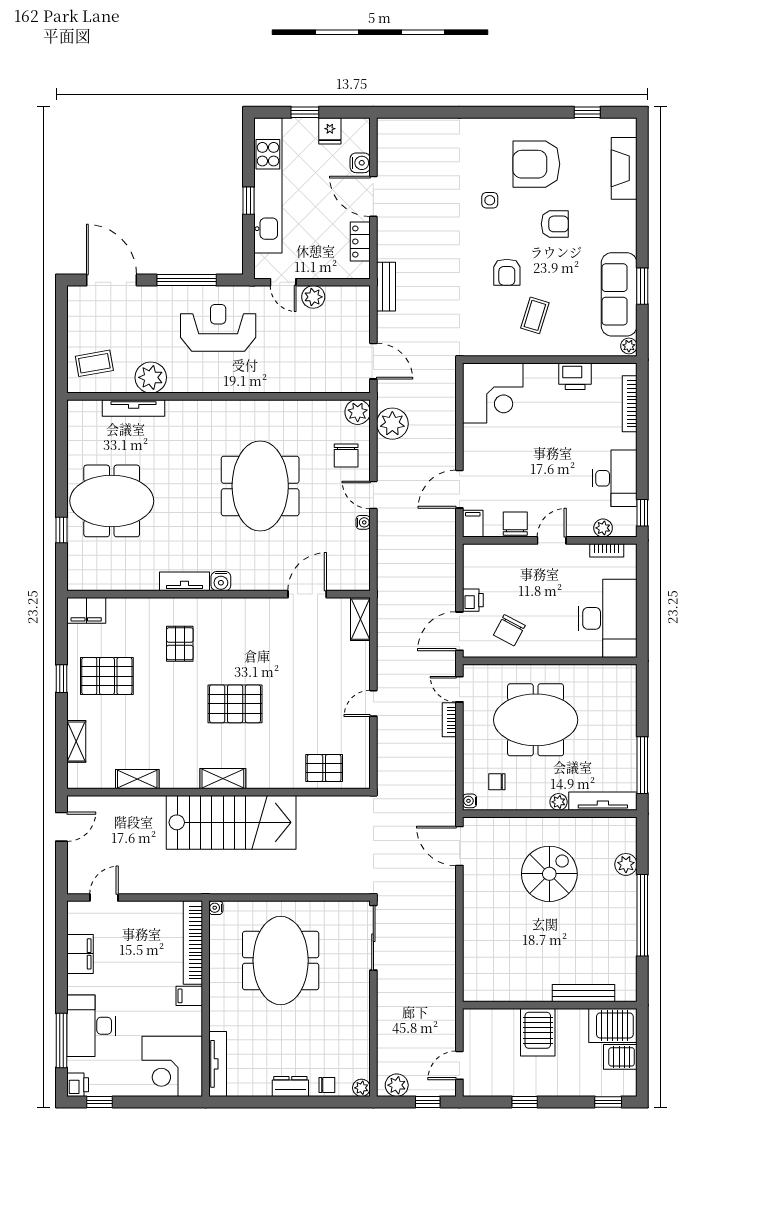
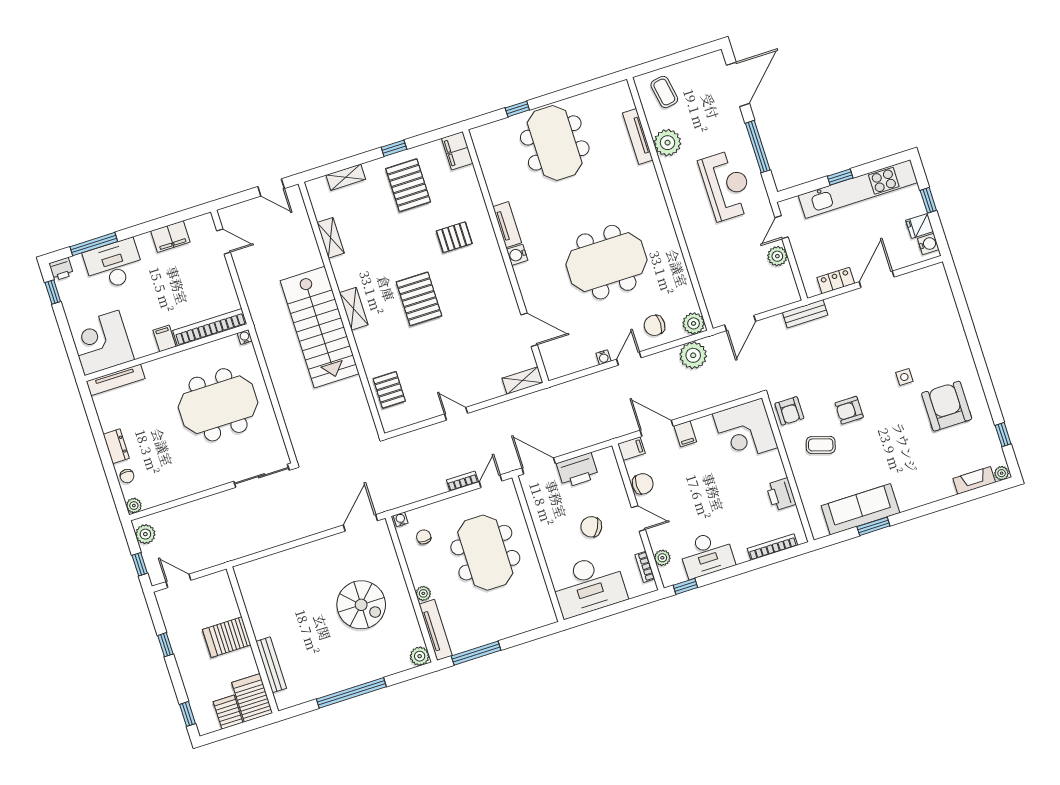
water cooler: (360, 163) -> (928, 244), moved, turned -90
fireplace: (624, 168) -> (974, 480), width x0.73, depth x0.76
armchair: (555, 224) -> (789, 411), moved
plant: (629, 346) -> (1002, 473), moved
filing cabinet: (475, 460) -> (685, 434), added
printer: (473, 600) -> (577, 470), width x1.87, depth x1.48
chair: (509, 630) -> (591, 527), moved
plant: (626, 864) -> (420, 656), moved

